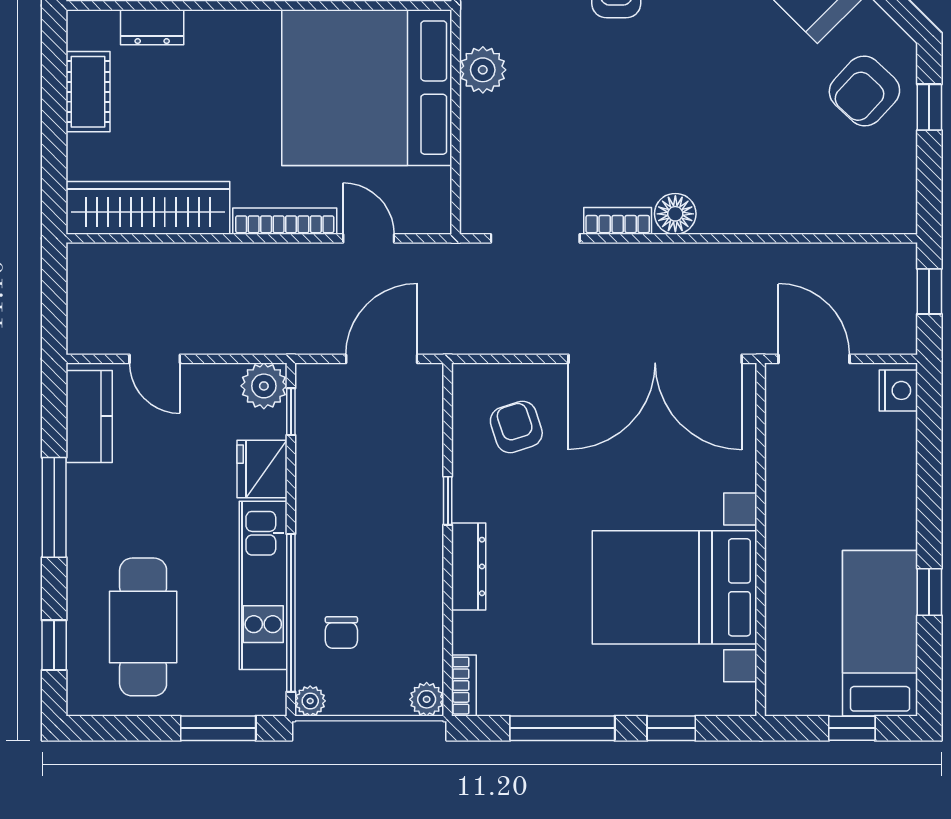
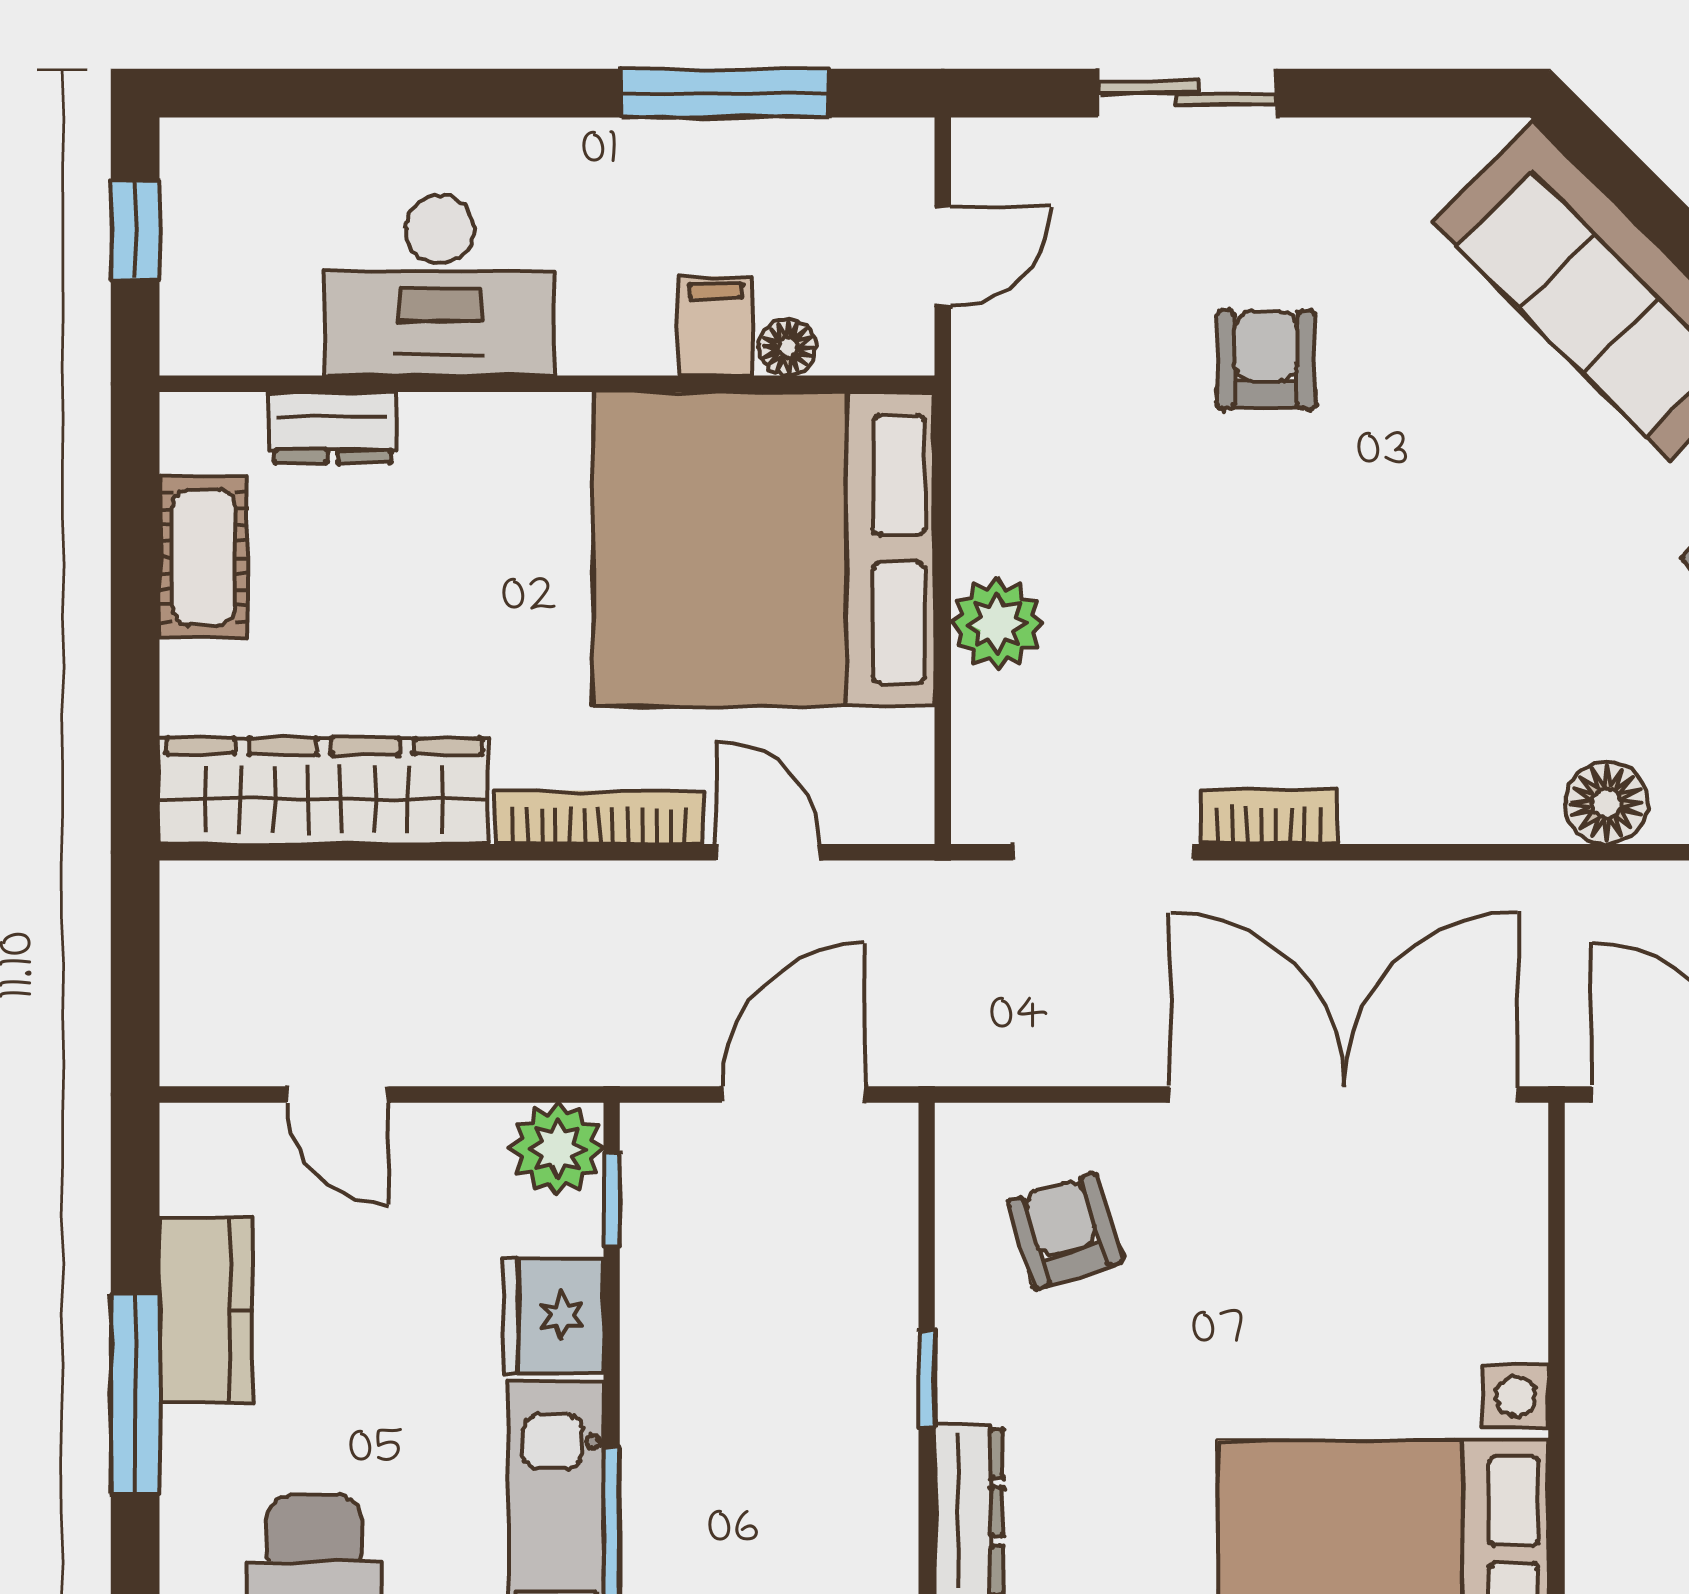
plant: (483, 70) -> (997, 623), moved
floor lamp: (675, 214) -> (1607, 803), moved
double door: (655, 359) -> (1344, 1094), swing flipped
kitchen counter: (89, 416) -> (206, 1310), moved

